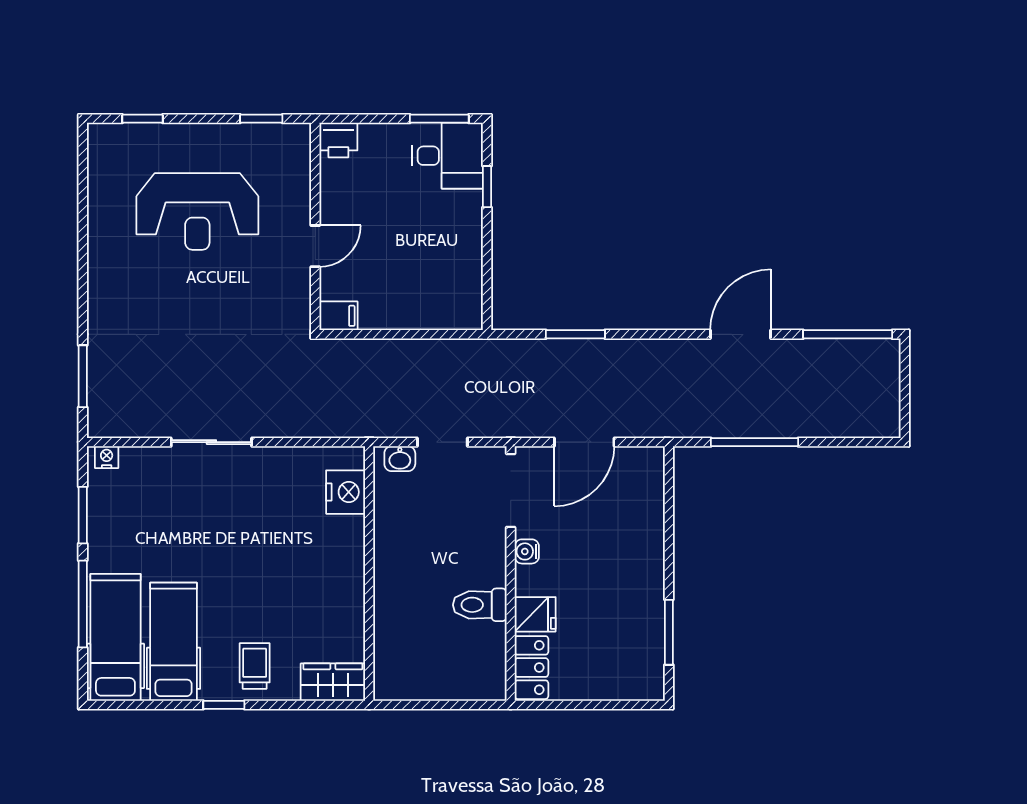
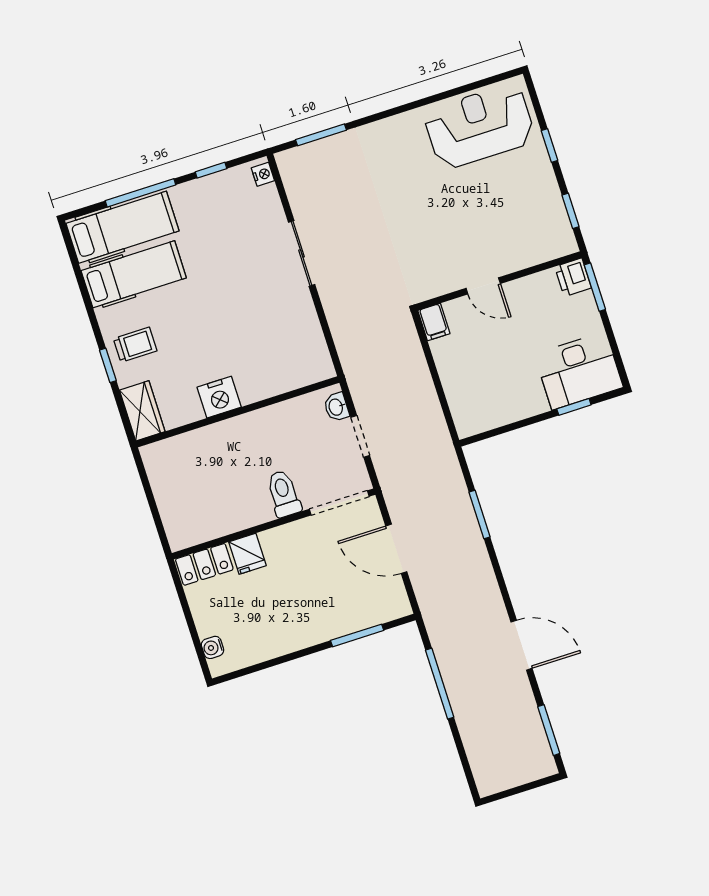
window: (142, 119) -> (549, 145), moved
window: (439, 119) -> (595, 287), moved
desk: (447, 156) -> (579, 371), width x1.37
reception desk: (197, 211) -> (479, 126), moved, turned 90
window: (848, 334) -> (549, 730), width x0.69
nightstand: (346, 492) -> (219, 397), moved
window: (83, 515) -> (211, 170), width x0.67
water cooler: (527, 551) -> (213, 647), moved, turned -90
toilet: (480, 605) -> (284, 494), moved
window: (669, 632) -> (357, 635), moved
window: (224, 705) -> (108, 365), moved

